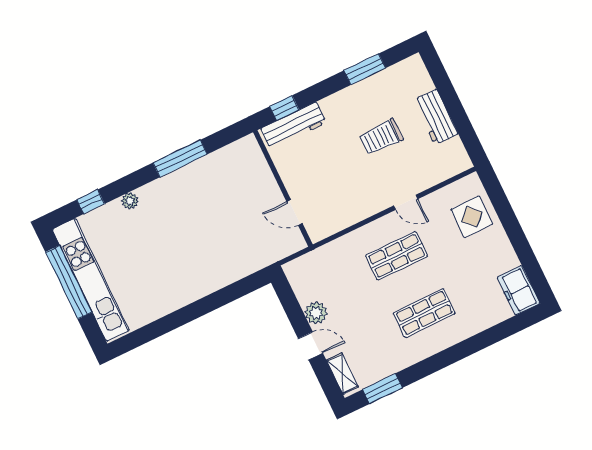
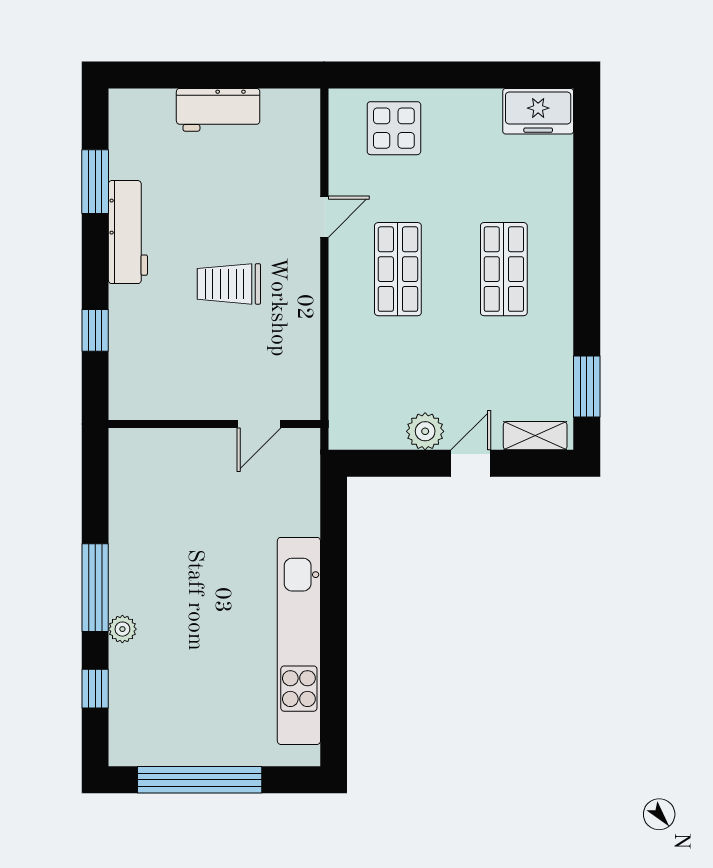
workbench: (293, 126) -> (128, 232), moved
trolley: (381, 137) -> (229, 284), moved, turned 90
window: (180, 159) -> (95, 588), moved
wall: (283, 188) -> (214, 424), moved
door: (295, 212) -> (259, 424), moved
kitchen unit: (91, 280) -> (299, 641), moved, turned -90

